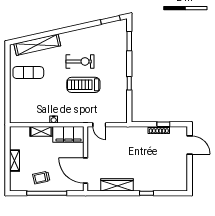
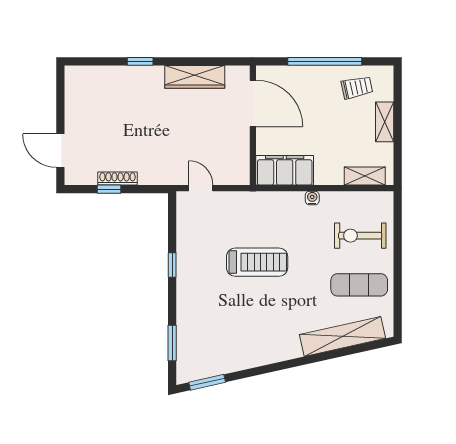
exercise bike: (80, 61) -> (360, 236), moved
door: (99, 125) -> (201, 188), moved
shelving: (41, 131) -> (365, 176), moved
trolley: (41, 178) -> (357, 87), moved

